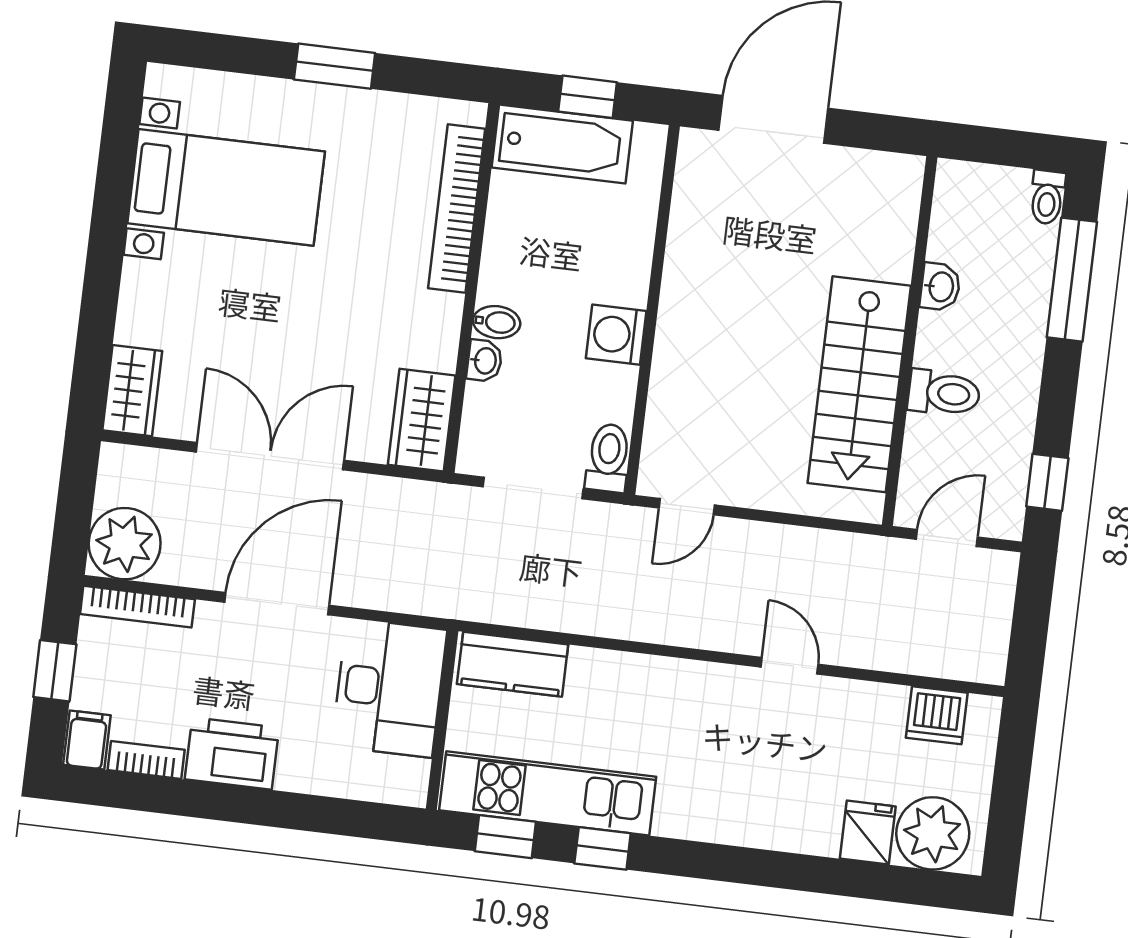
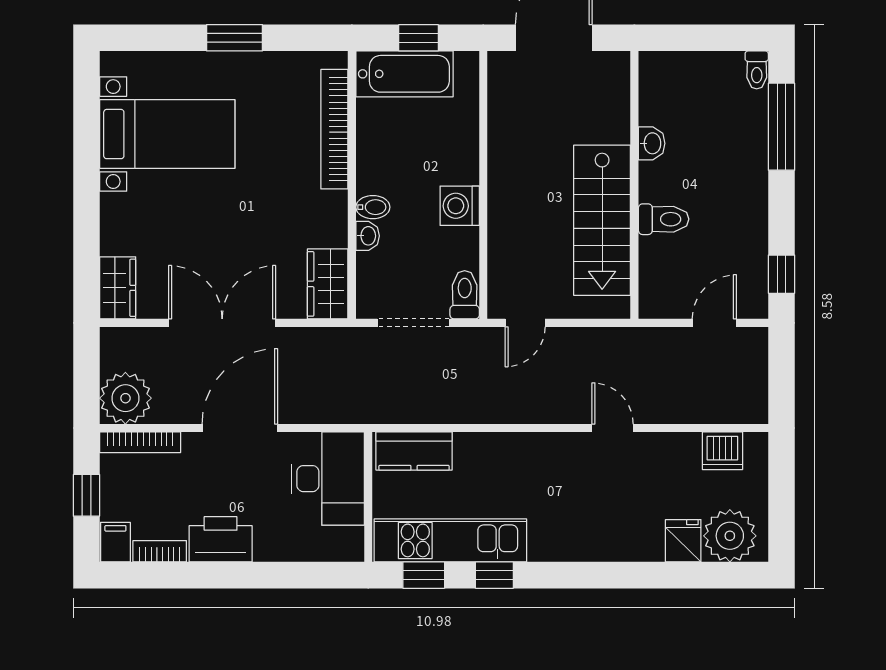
washbasin: (940, 287) -> (652, 143), moved
wall: (910, 341) -> (634, 185), moved
stairs: (859, 384) -> (602, 220), moved
toilet: (944, 393) -> (664, 219), moved

